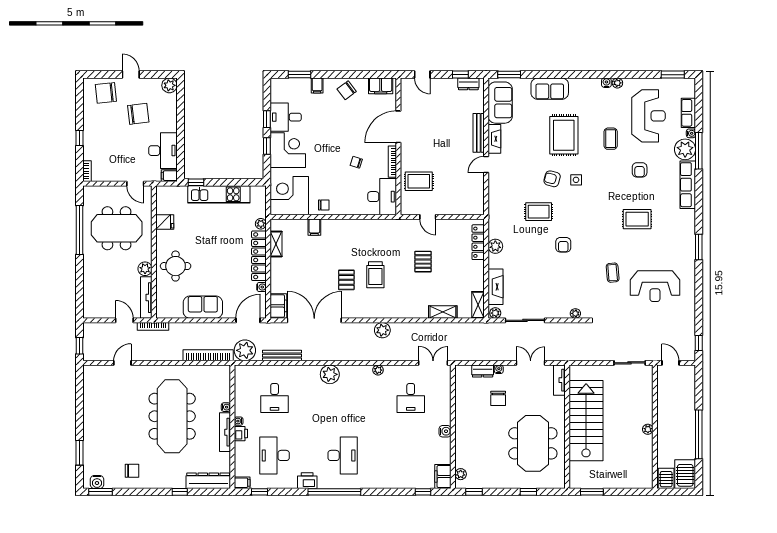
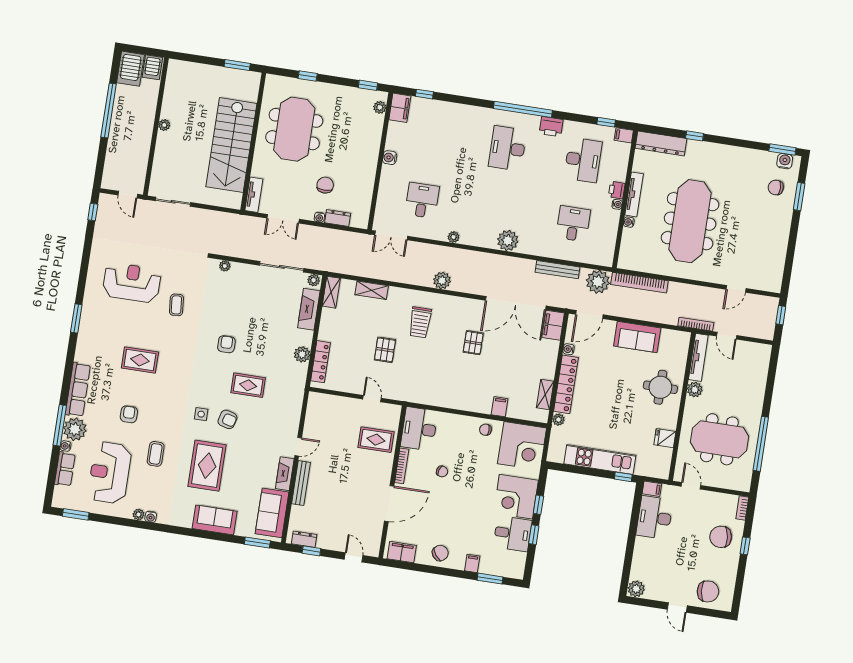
chair: (138, 114) -> (721, 537), moved
trolley: (375, 275) -> (420, 322), moved, turned 180
chair: (132, 471) -> (776, 188), moved

